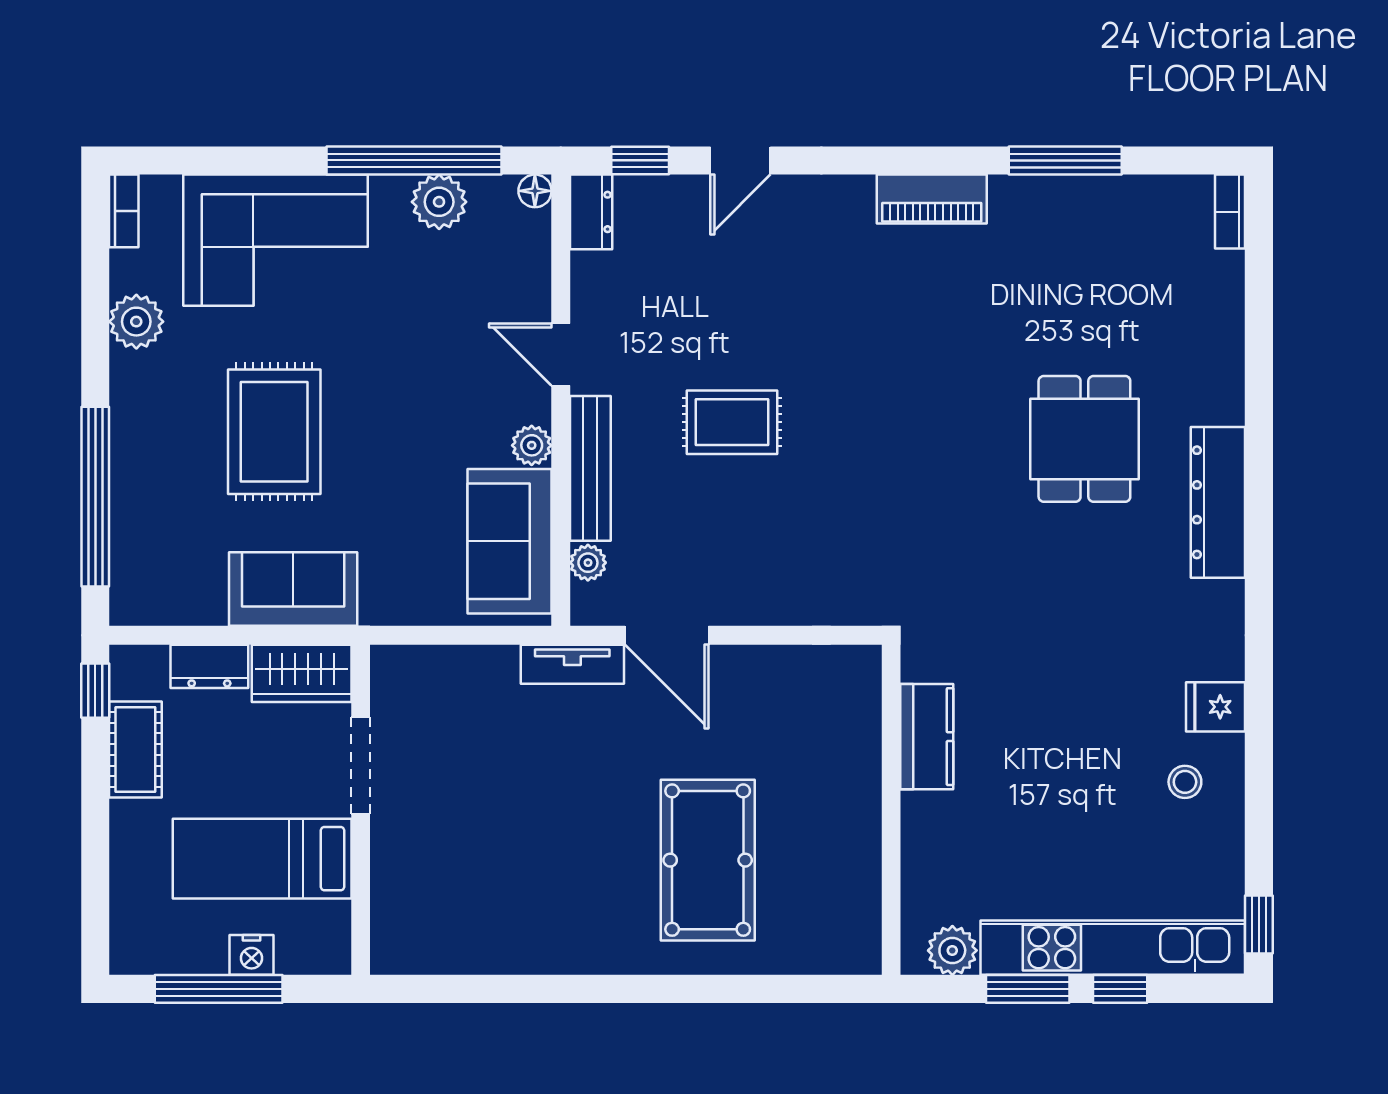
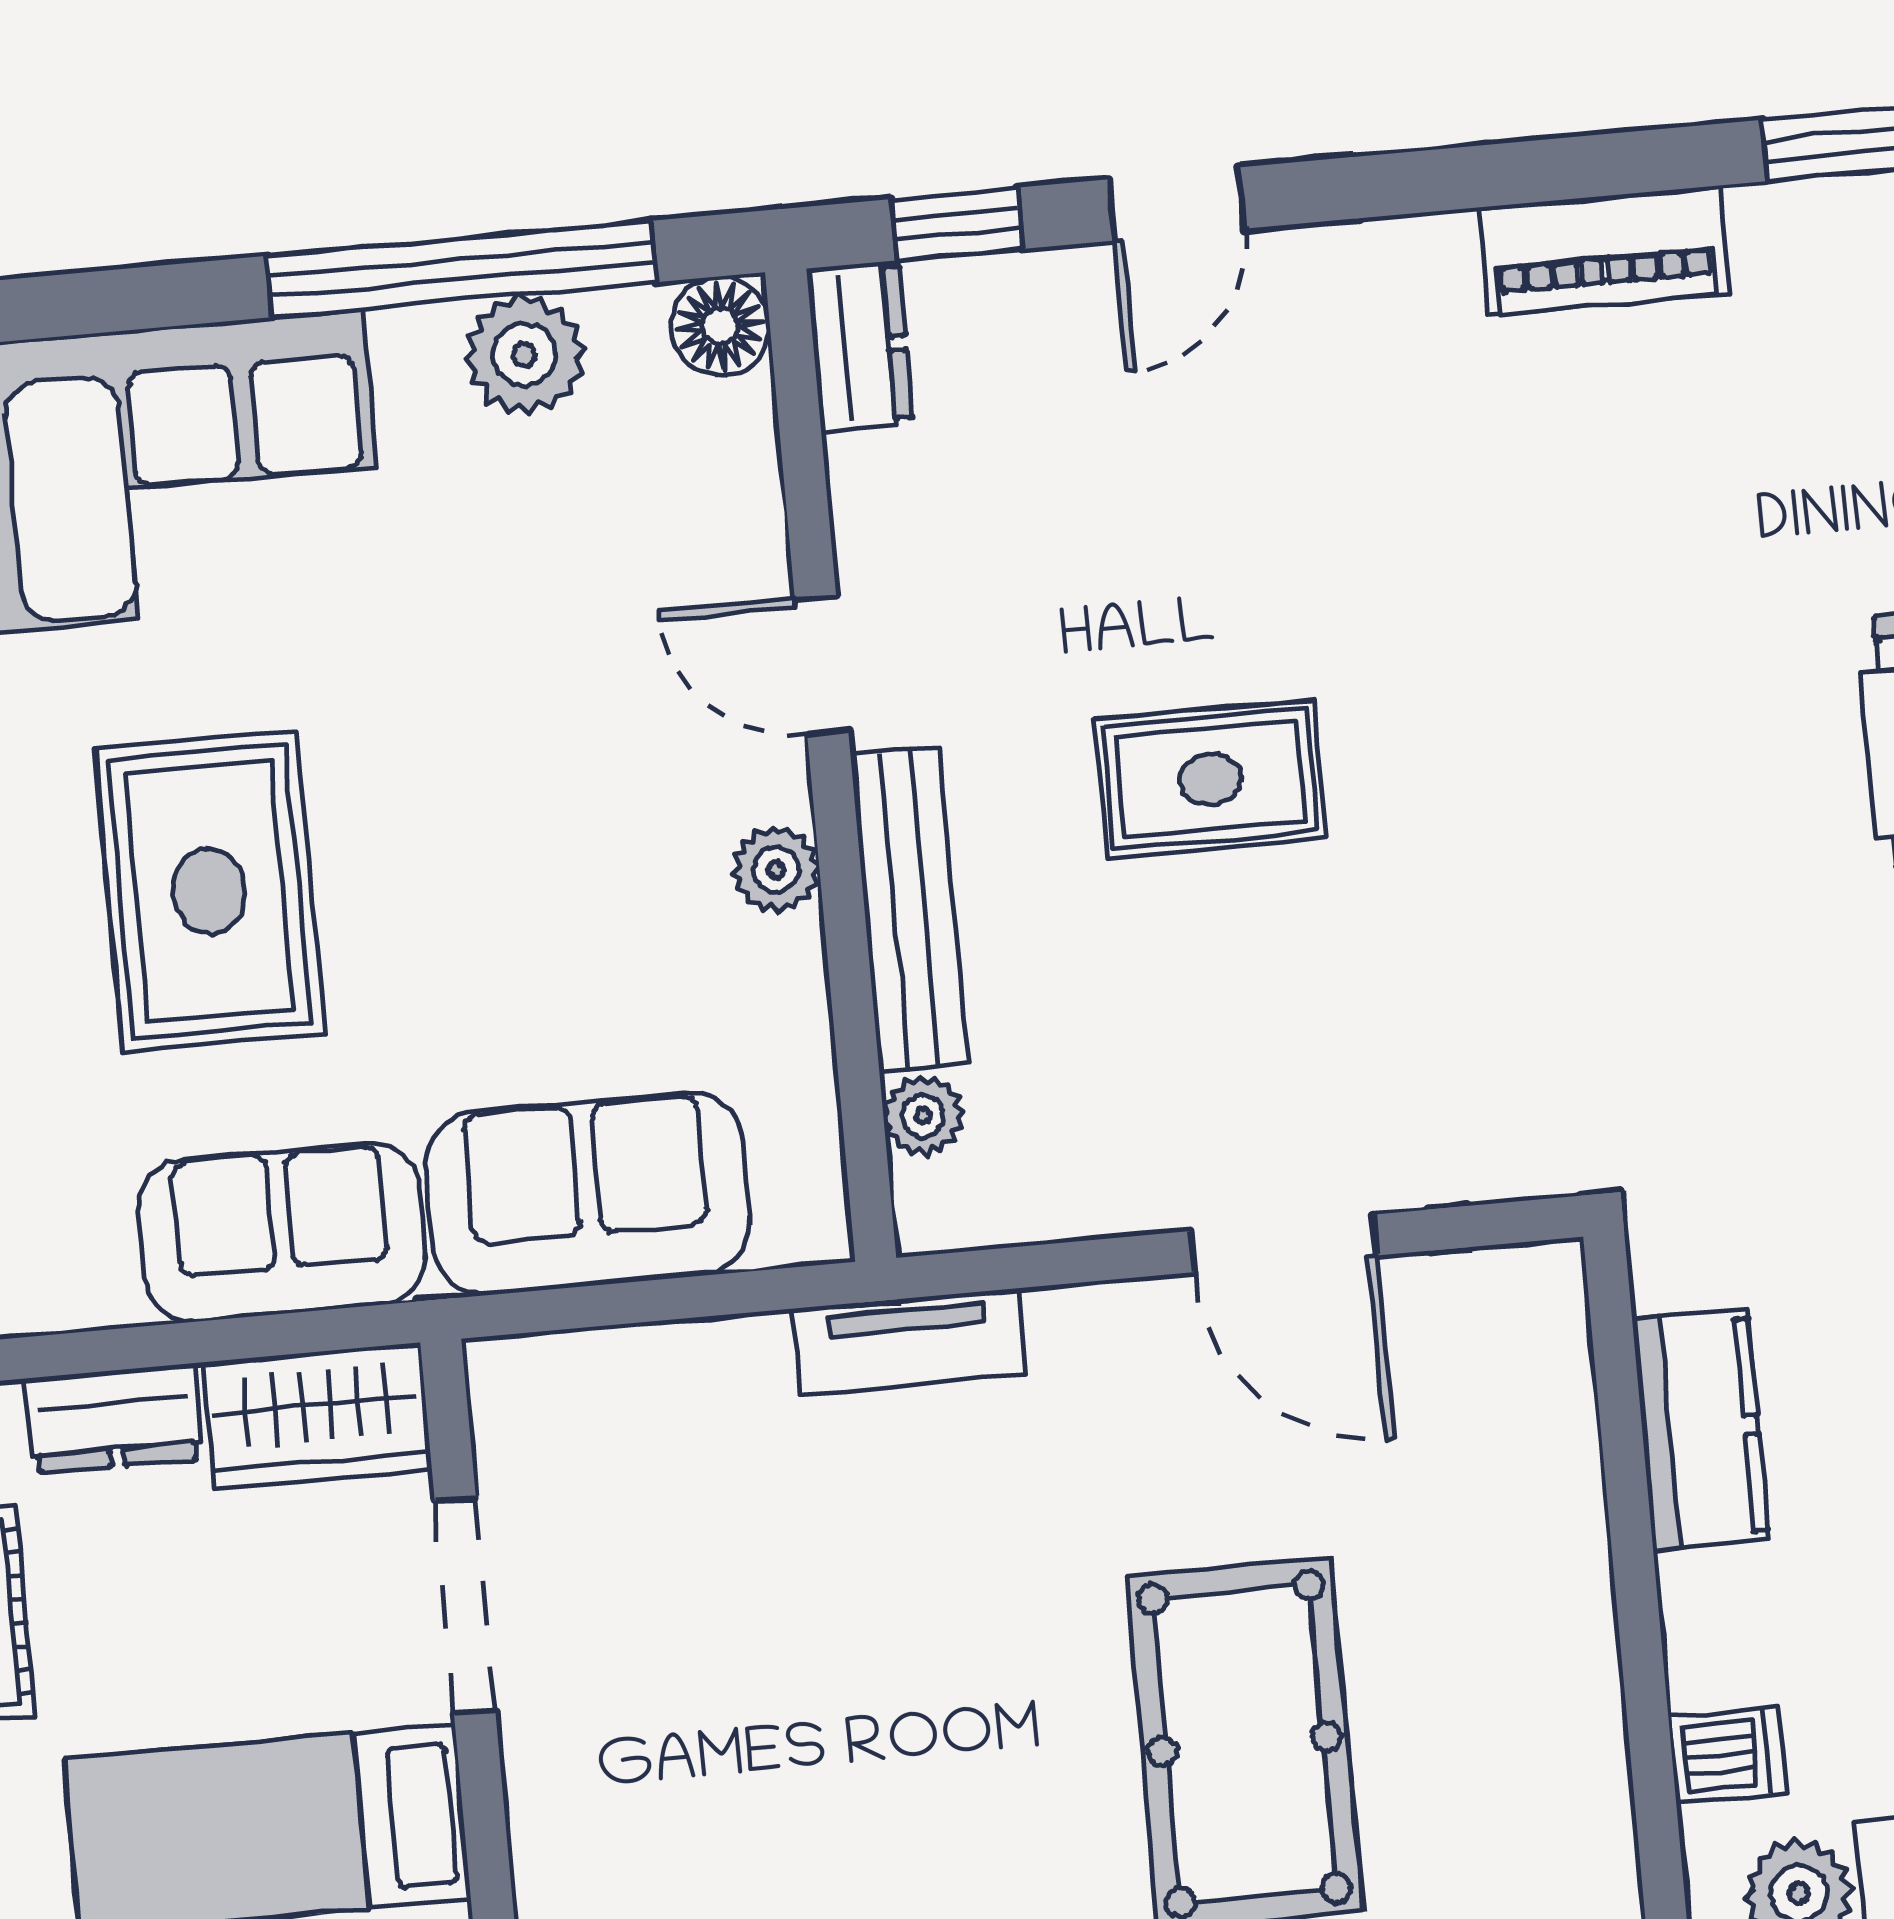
floor lamp: (535, 191) -> (720, 326), width x1.37, depth x1.37
sofa: (510, 541) -> (588, 1194), moved, turned 90
door: (667, 635) -> (1284, 1243), moved
dishwasher: (926, 885) -> (1727, 1754), added

